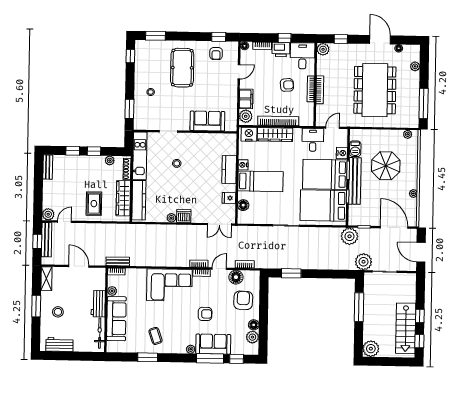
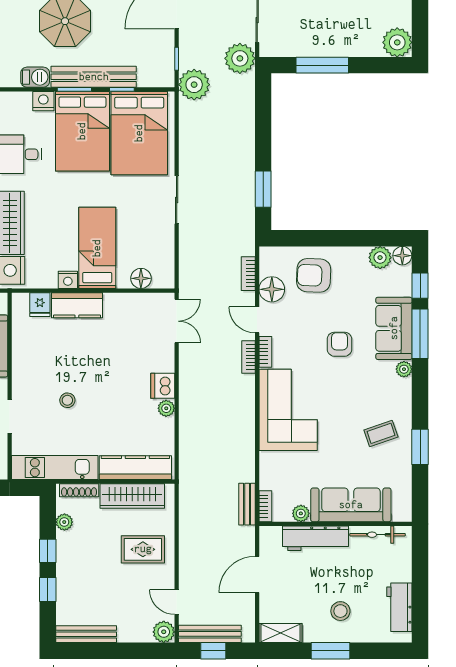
bench: (48, 167) -> (86, 634), width x1.36
fridge: (229, 198) -> (40, 305), moved
workbench: (98, 304) -> (315, 538), width x1.38
floor lamp: (254, 325) -> (402, 256), moved

